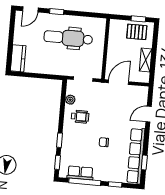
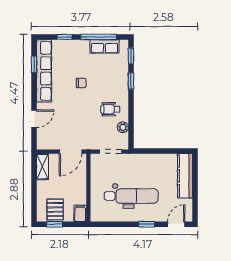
filing cabinet: (115, 27) -> (80, 213), added
pallet: (137, 32) -> (55, 209), turned 90
kitchen counter: (18, 58) -> (185, 176), width x1.50
shelving: (146, 60) -> (43, 167), moved

